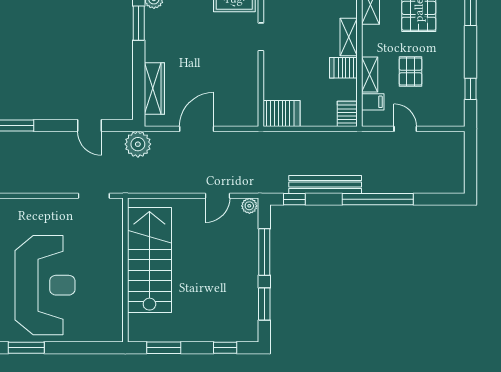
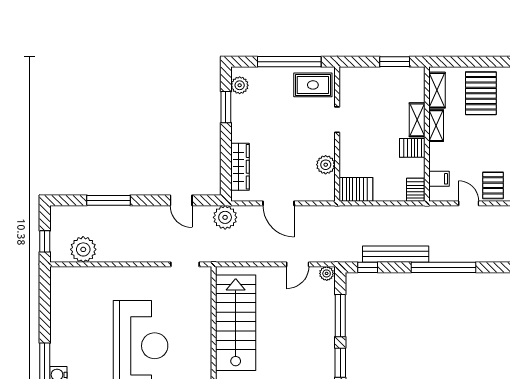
pallet: (410, 72) -> (493, 185), moved
shelving: (370, 74) -> (436, 126), moved
plant: (248, 86) -> (326, 165), added
door: (197, 129) -> (279, 203), swing flipped

